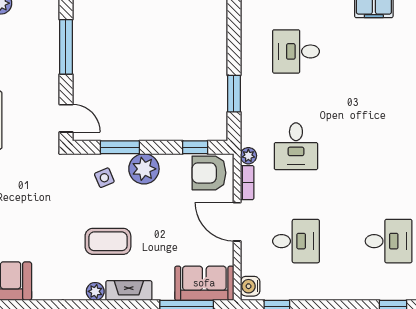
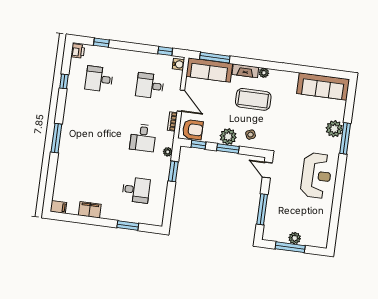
desk: (296, 146) -> (143, 138), turned 180
window: (120, 147) -> (228, 149), moved
plant: (248, 156) -> (168, 152), moved
coffee table: (108, 241) -> (253, 99), width x1.36, depth x1.32
sofa: (204, 283) -> (209, 70), width x1.36

